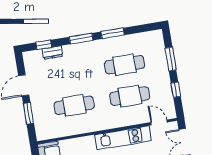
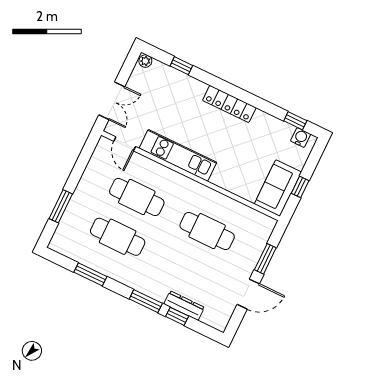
window: (113, 33) -> (90, 274), moved
window: (44, 45) -> (177, 316), moved
dresser: (53, 53) -> (184, 306), width x1.44
window: (176, 90) -> (80, 167), removed

